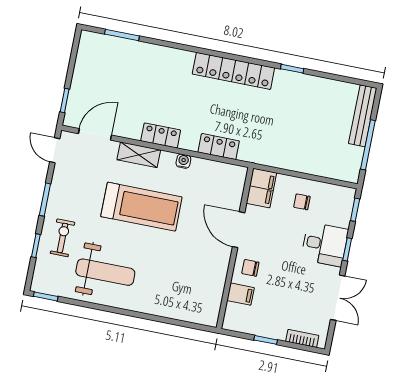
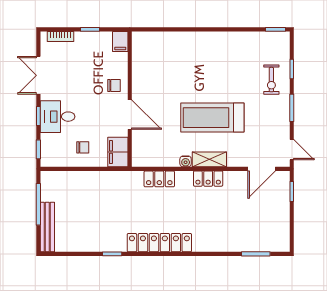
shelving: (139, 155) -> (209, 159), moved
weight bench: (105, 272) -> (231, 59), removed
filing cabinet: (241, 294) -> (120, 41), moved, turned -90

